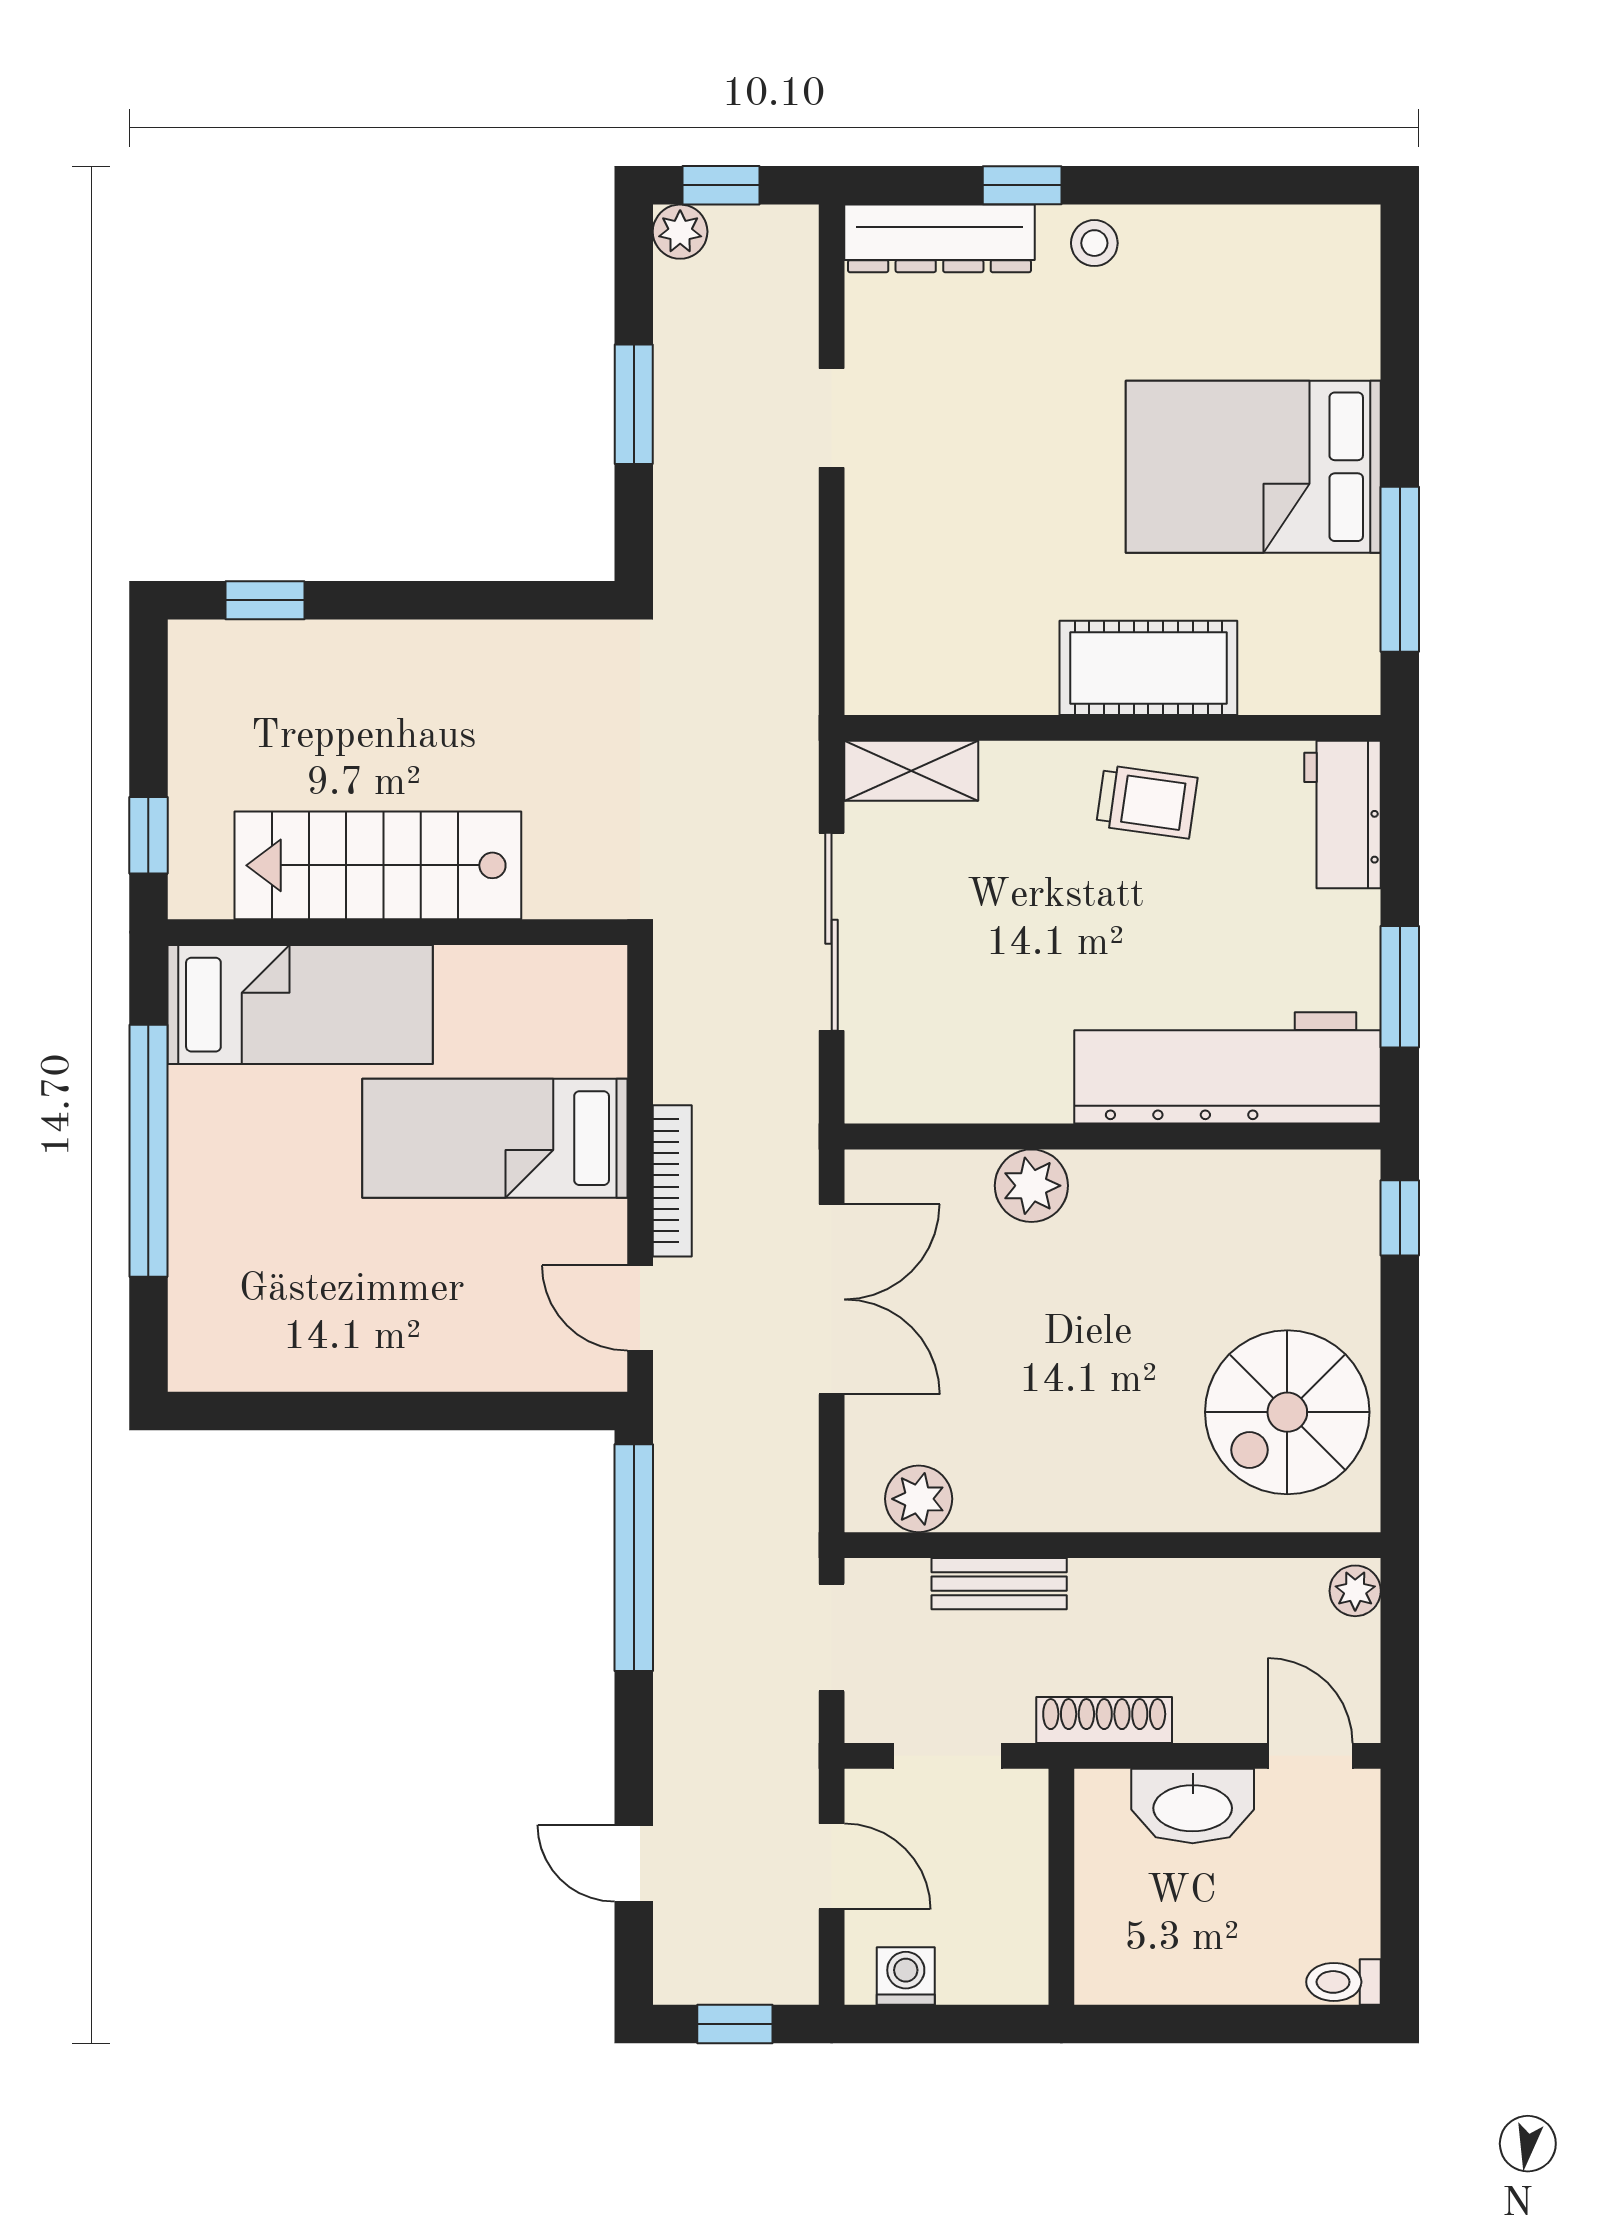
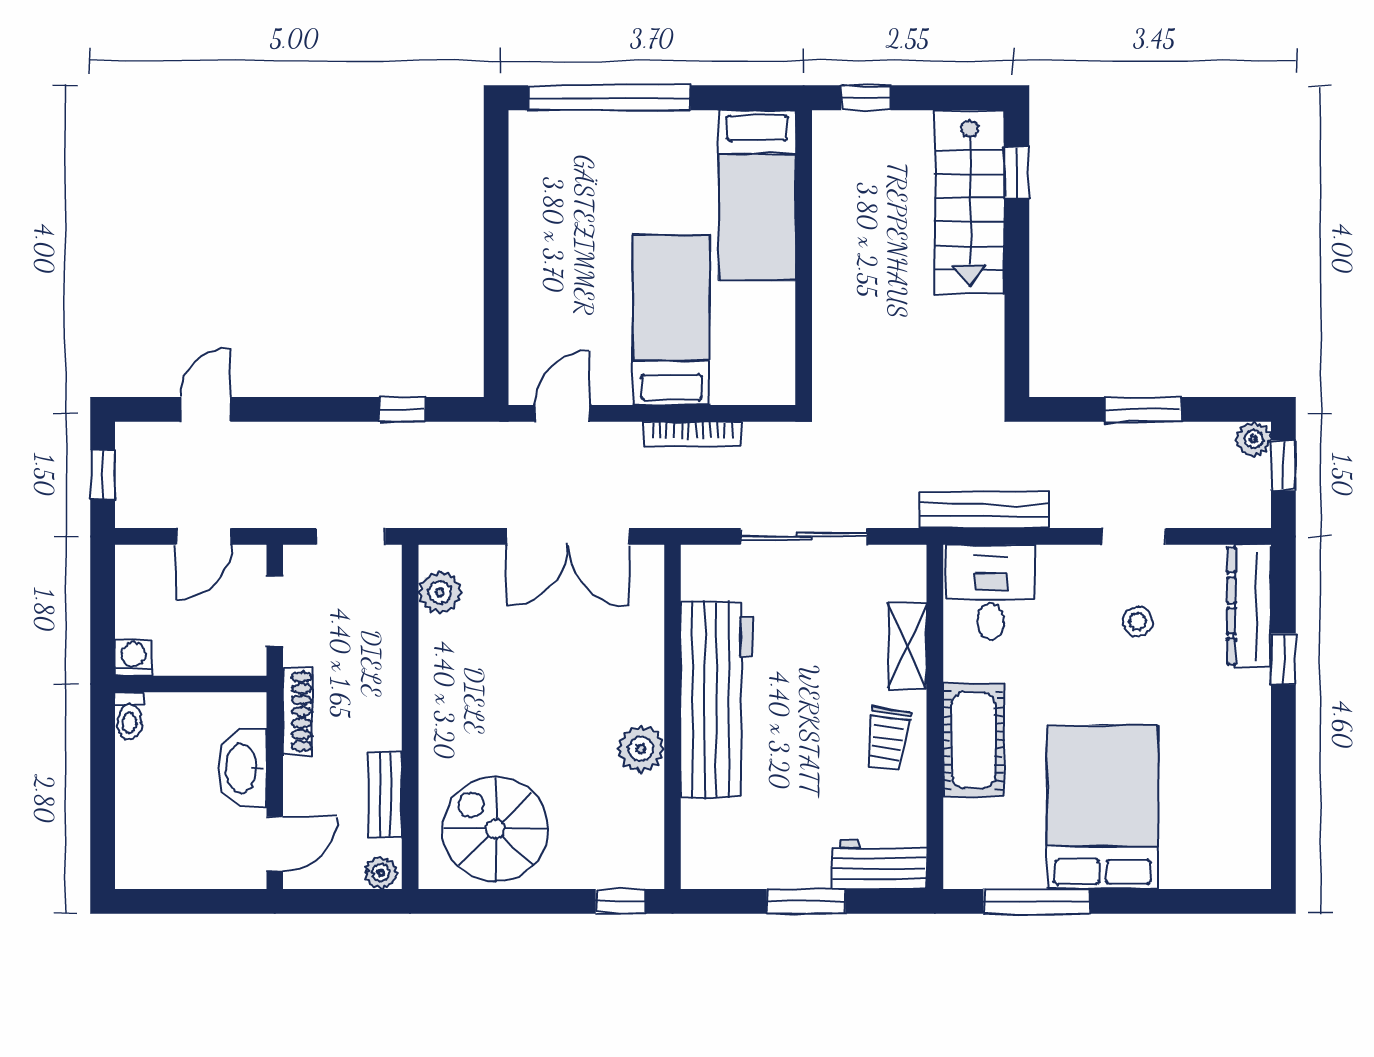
stool: (1094, 243) -> (1137, 621), moved
desk: (918, 641) -> (991, 592), added
bench: (790, 651) -> (984, 510), added
shelving: (911, 771) -> (907, 646), moved
stairs: (378, 865) -> (970, 202), moved, turned 180
window: (1400, 987) -> (806, 901), moved
workbench: (1228, 1068) -> (716, 700), moved
window: (148, 1151) -> (609, 98), moved
bookcase: (672, 1181) -> (692, 434), moved
plant: (1031, 1186) -> (641, 749), moved
window: (634, 1558) -> (402, 409), width x0.32
bench: (999, 1584) -> (385, 795), moved
washing machine: (906, 1976) -> (133, 657), moved, turned -90
toilet: (1343, 1982) -> (130, 716), moved, turned 180

